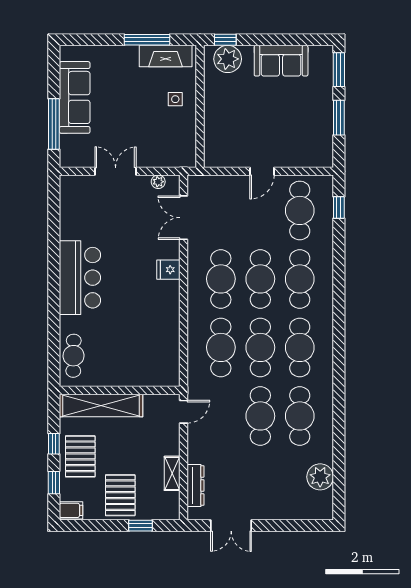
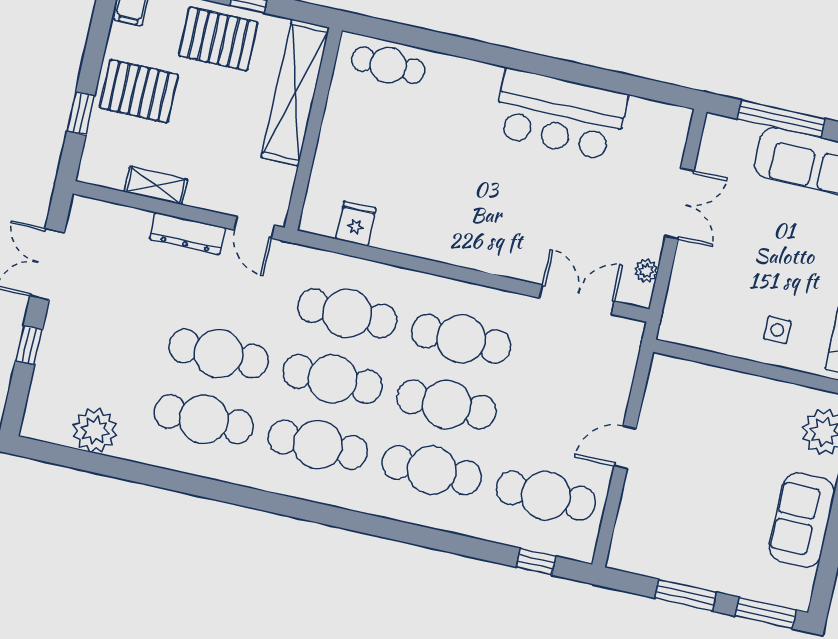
door: (262, 171) -> (625, 447), hinge flipped
fridge: (168, 270) -> (356, 224), moved
bar counter: (80, 278) -> (560, 115), moved
dresser: (195, 486) -> (187, 233), moved
window: (280, 526) -> (29, 345), added

